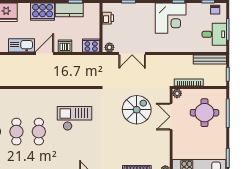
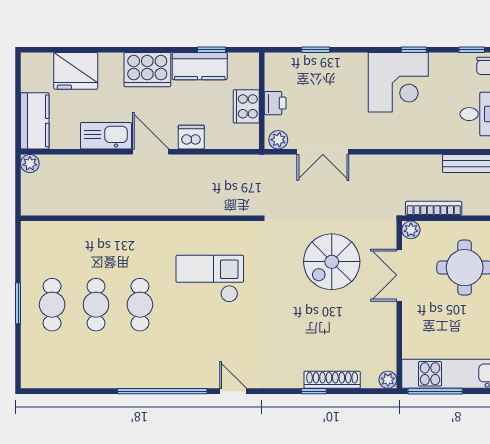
printer: (108, 18) -> (275, 103), moved
cooker: (91, 46) -> (246, 106), moved, turned -90
door: (44, 54) -> (151, 152), hinge flipped
spiral stairs: (137, 110) -> (332, 262), turned 180

